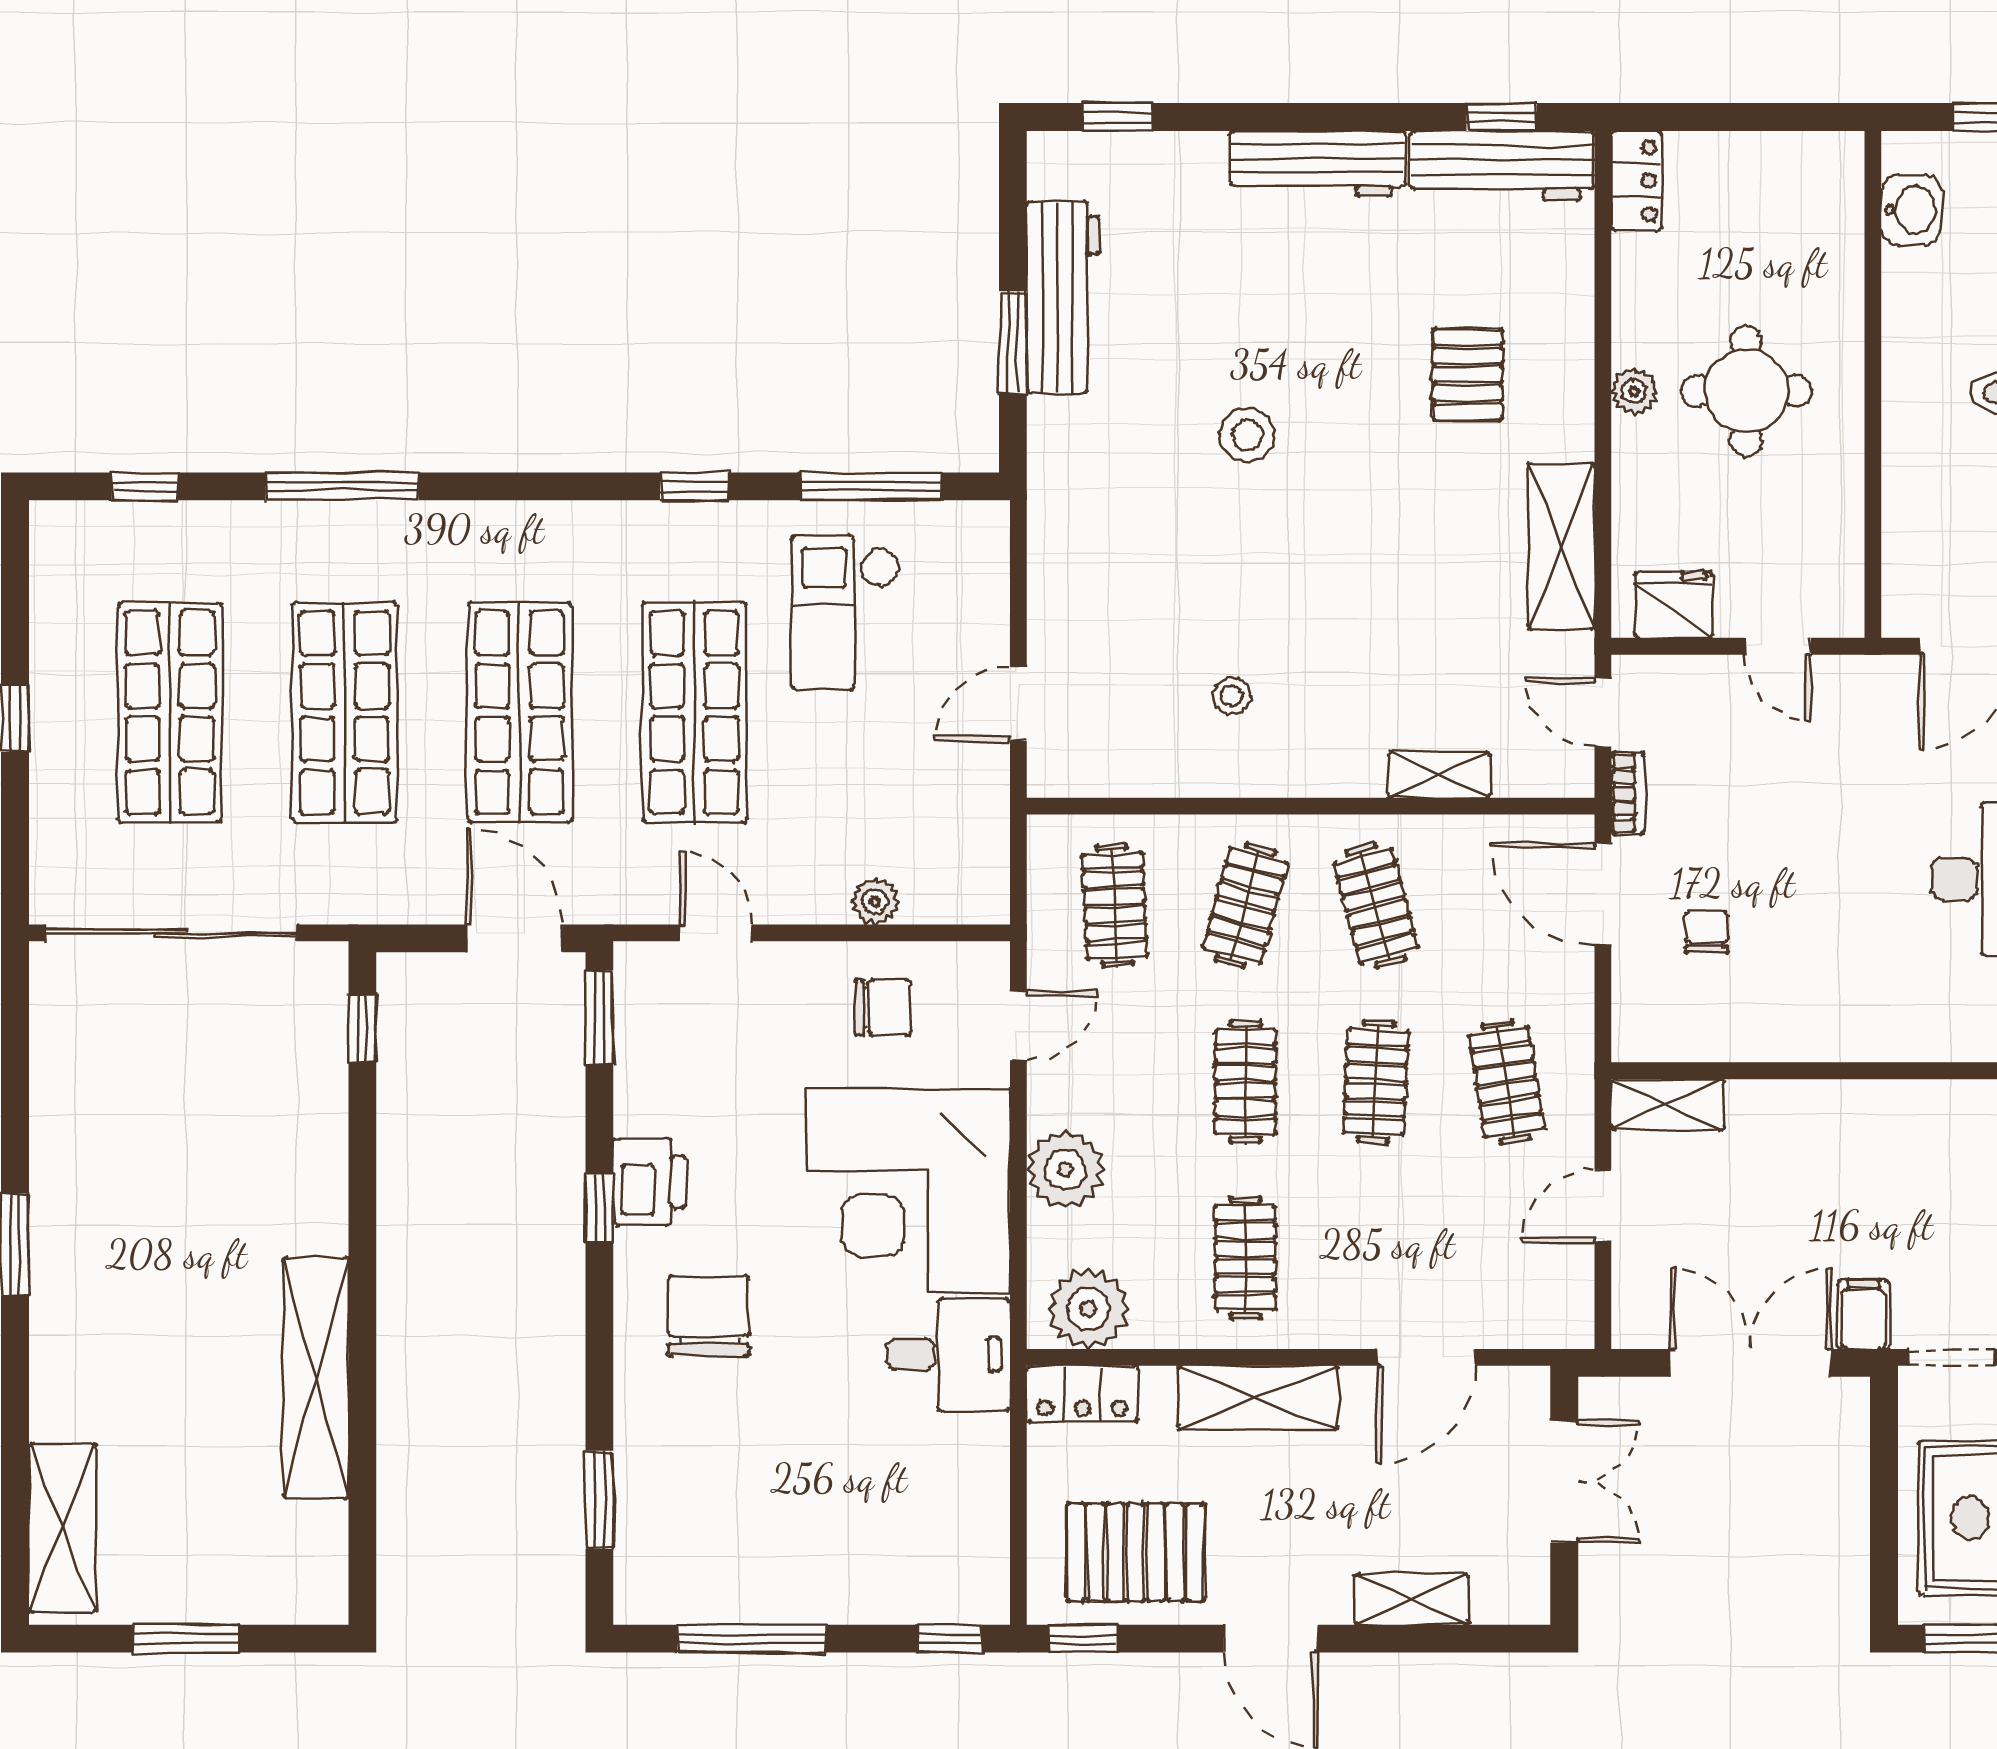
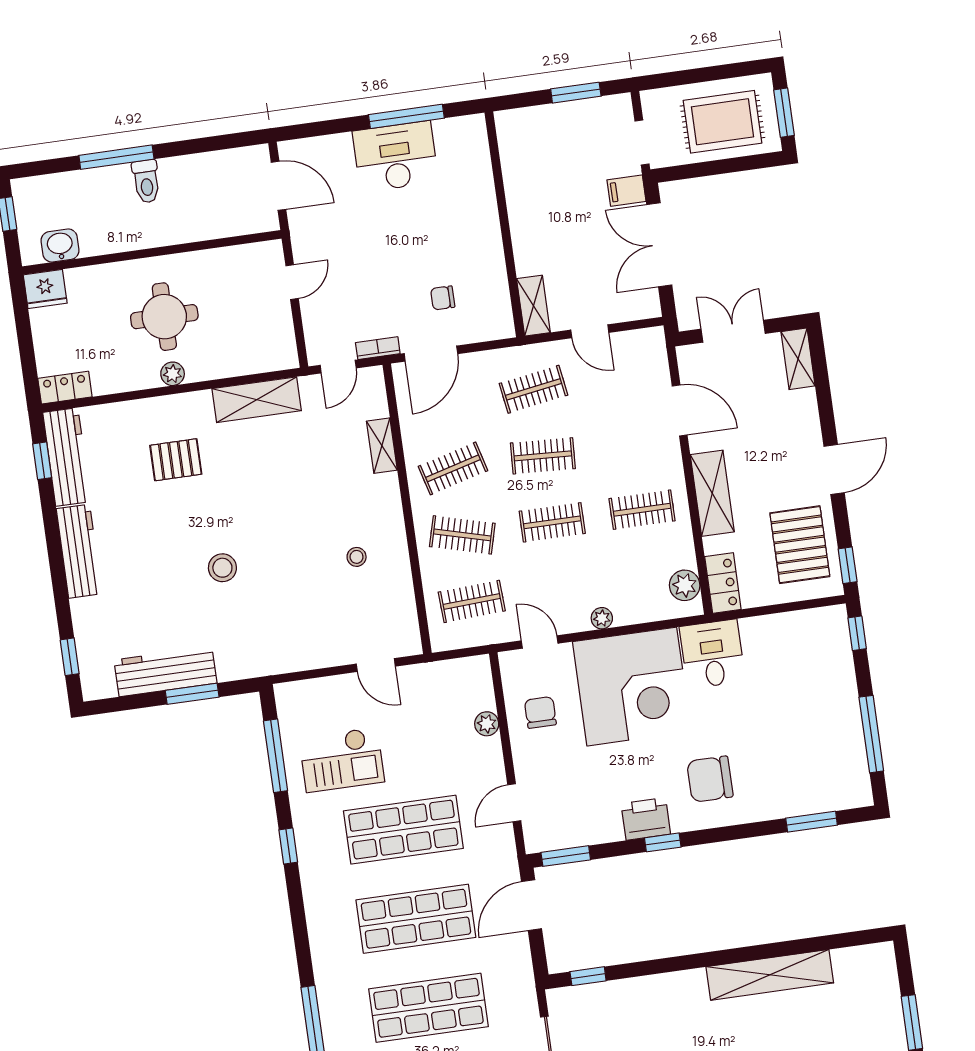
fridge: (1674, 605) -> (45, 289), moved, turned -90
plant: (1066, 1169) -> (602, 618), width x0.53, depth x0.53
plant: (1088, 1309) -> (685, 585), width x0.73, depth x0.73
shelving: (1412, 1599) -> (798, 359), moved

